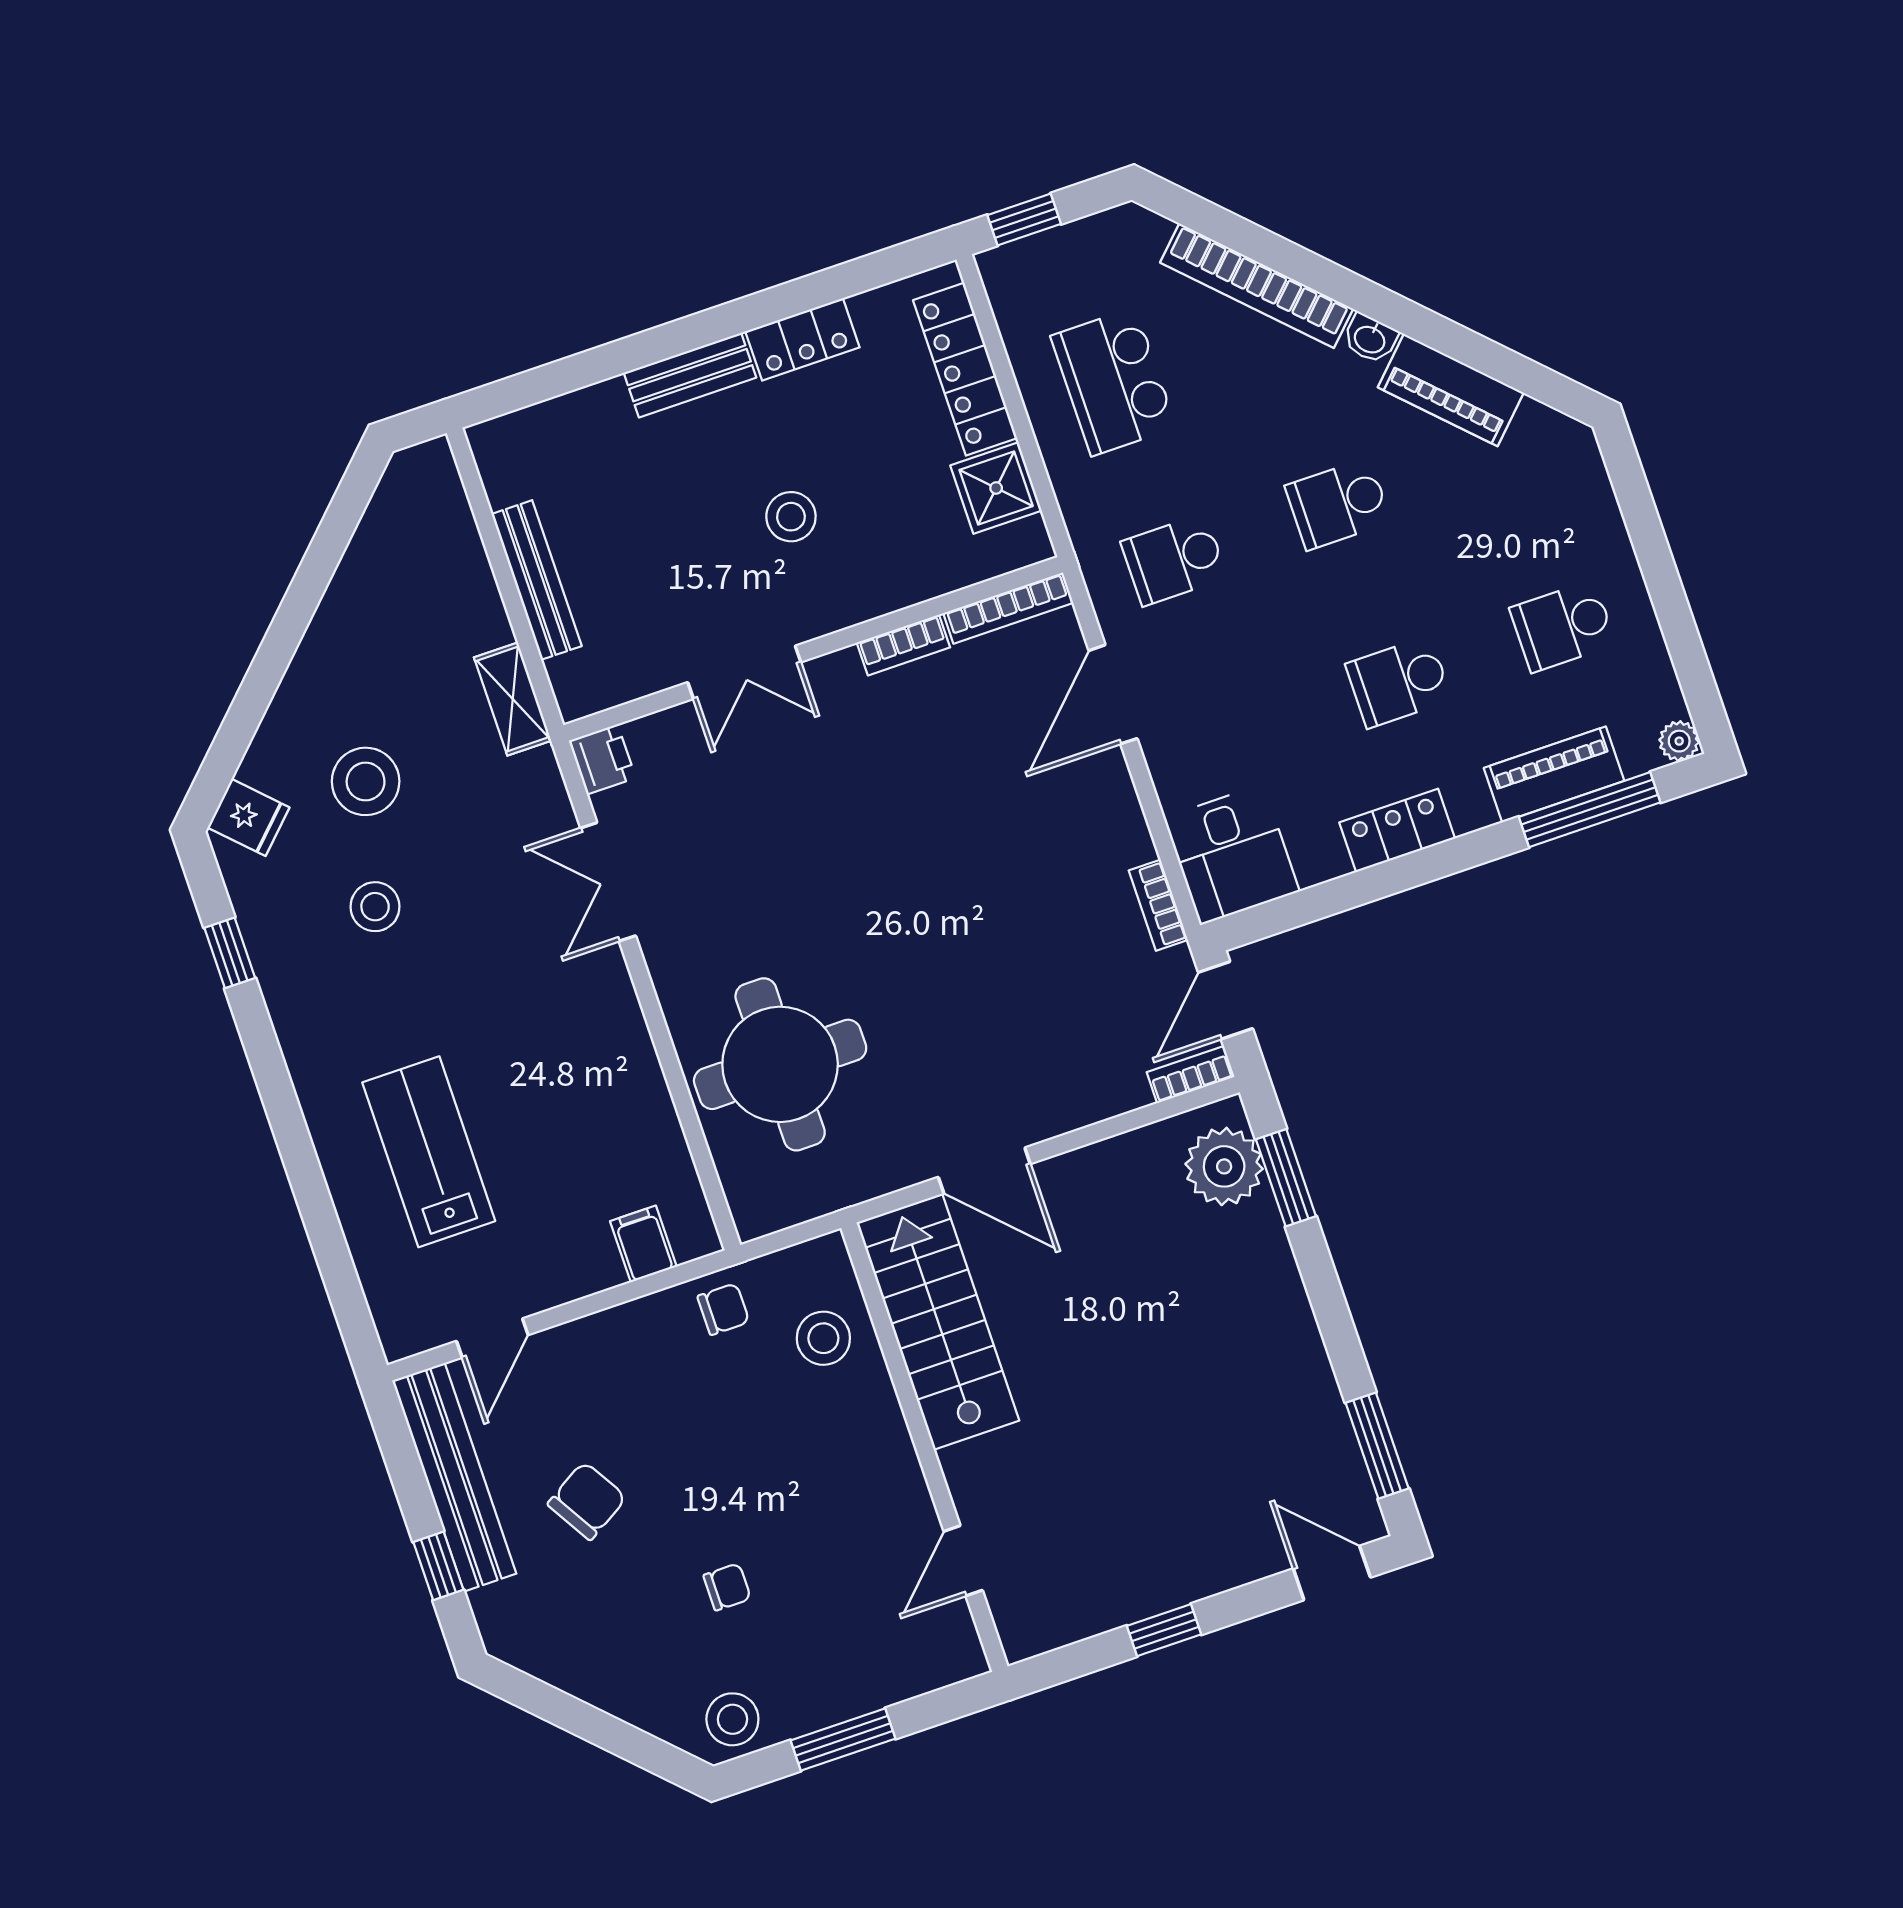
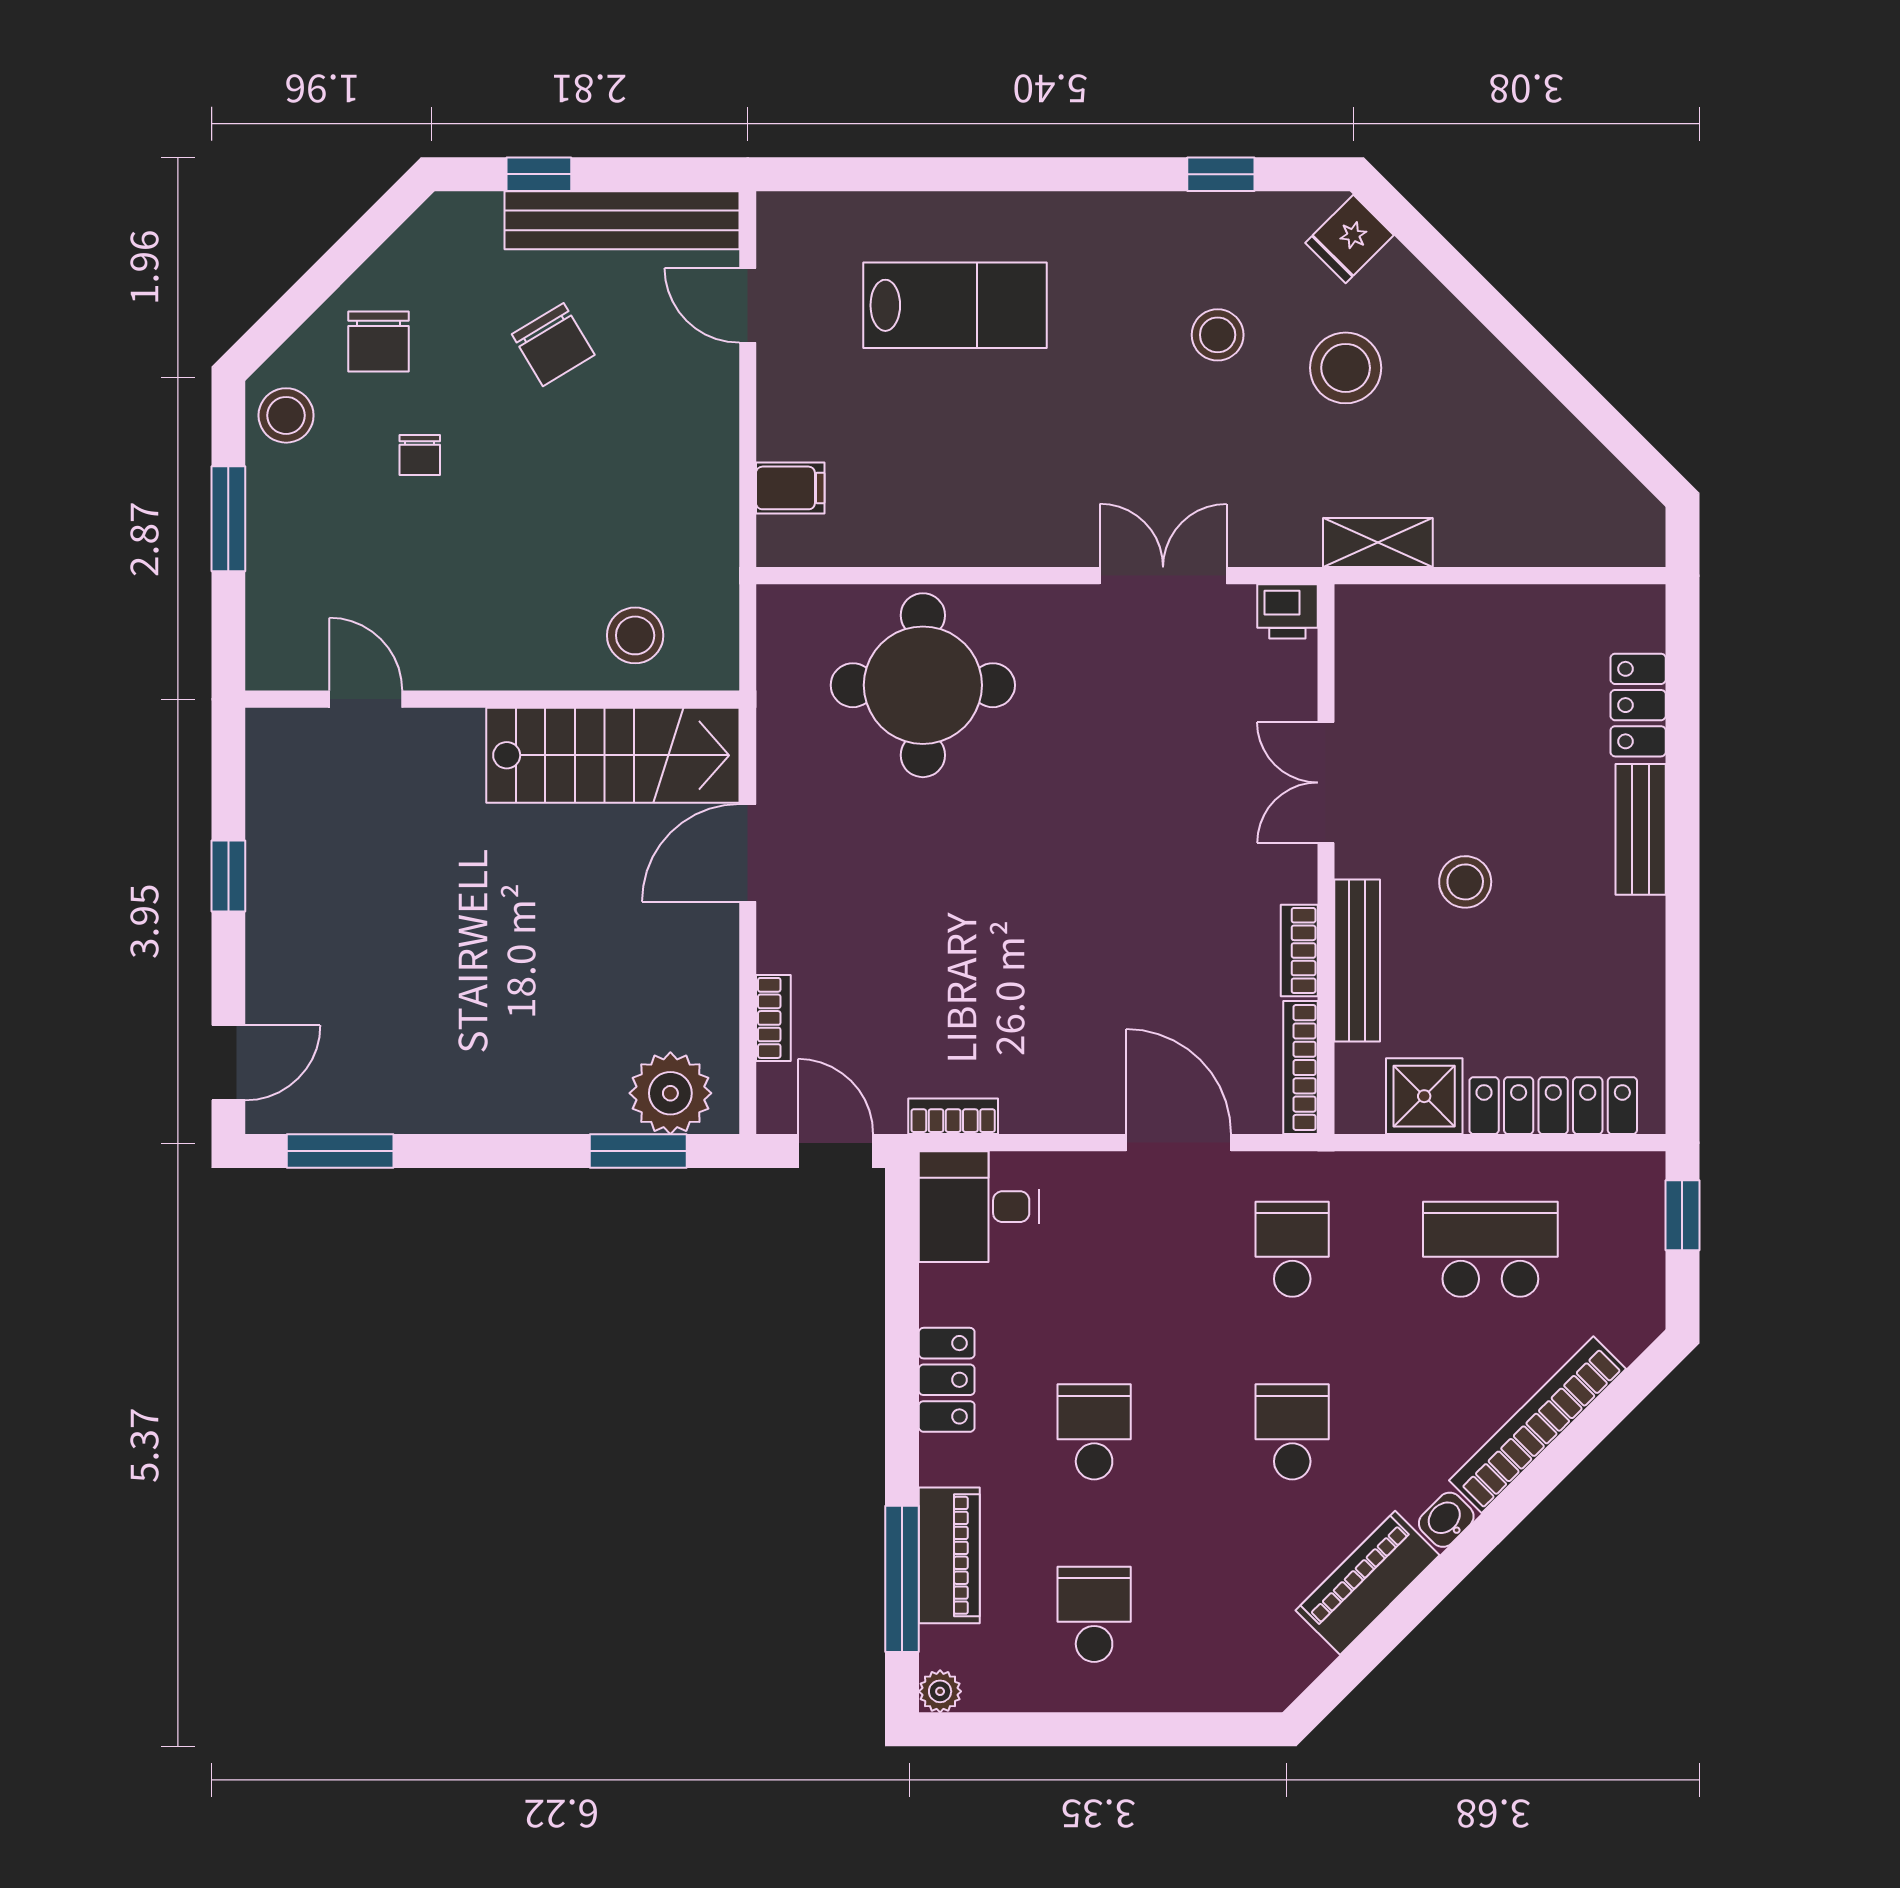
locker: (802, 339) -> (1638, 705), moved
bench: (537, 580) -> (1357, 960), moved, turned 90
bookcase: (1191, 1075) -> (773, 1018), moved
chair: (723, 1309) -> (378, 341), moved, width x1.37, depth x1.37

